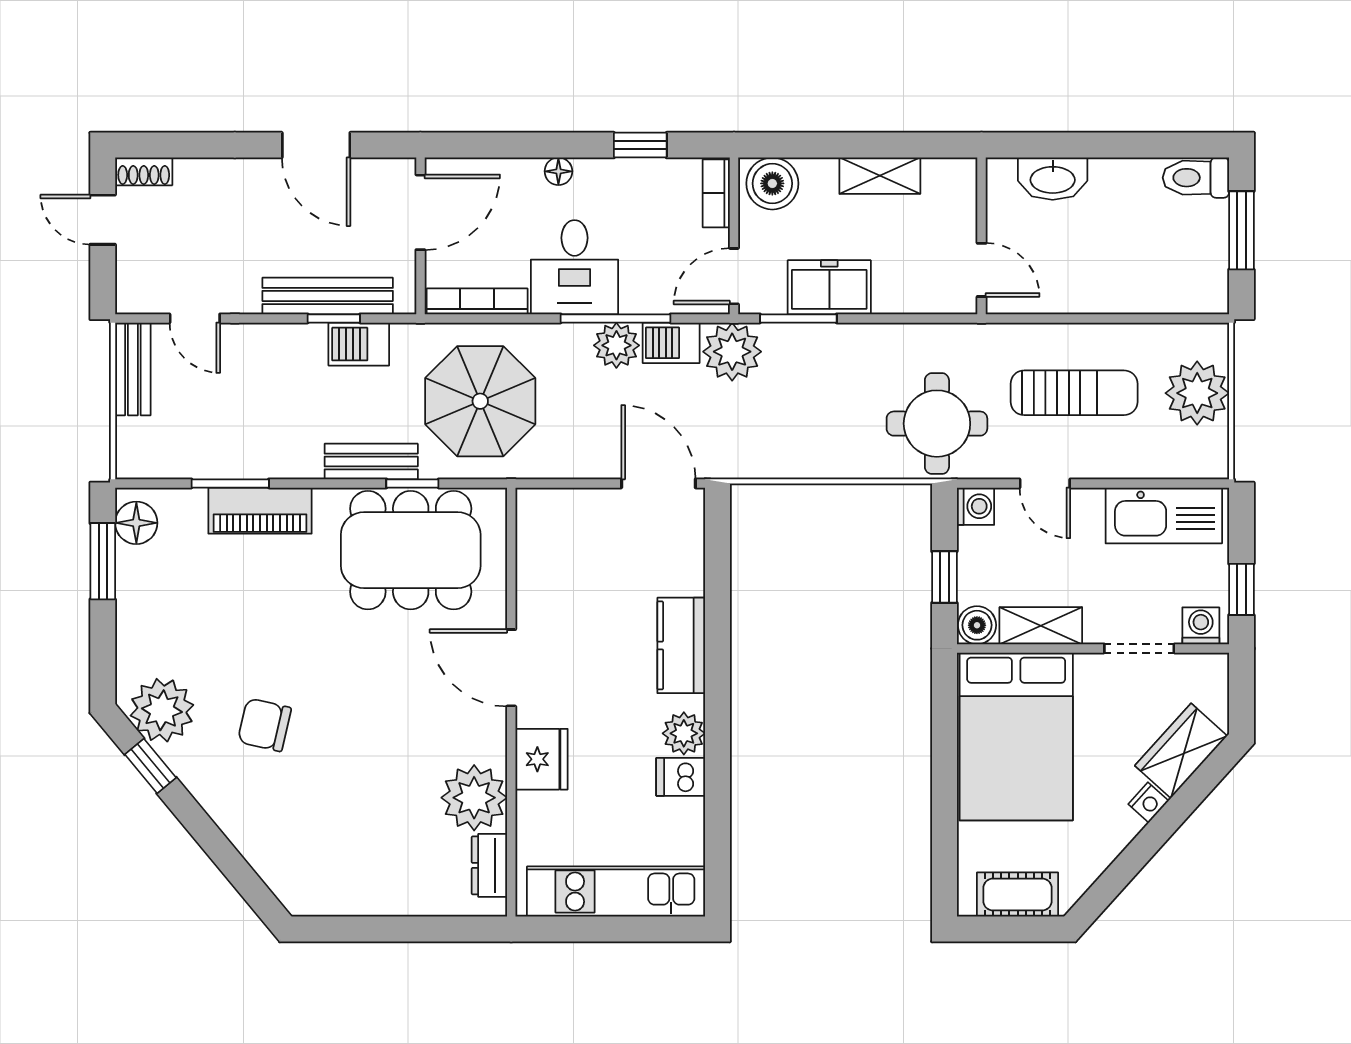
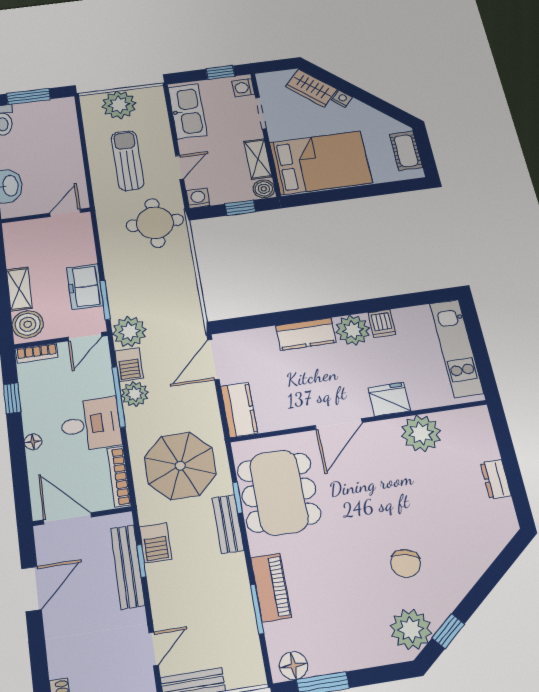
shelving: (880, 176) -> (19, 289), moved
door: (734, 276) -> (85, 337), hinge flipped
kitchen counter: (562, 511) -> (239, 410), added
plant: (684, 733) -> (353, 330), width x1.36, depth x1.36
dresser: (489, 865) -> (496, 479), moved, turned 90

